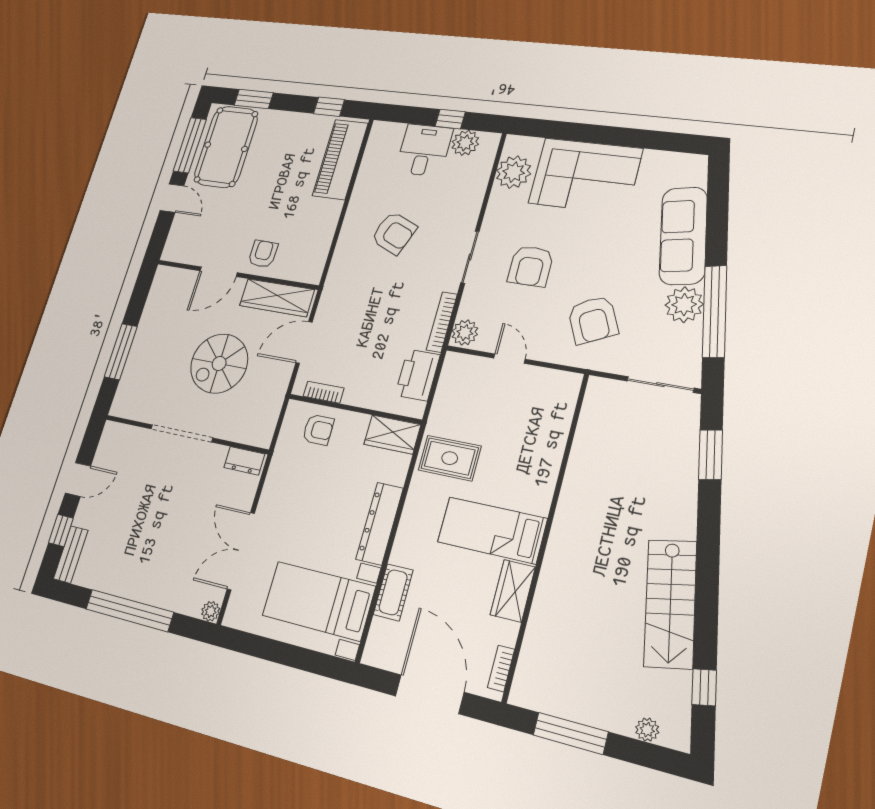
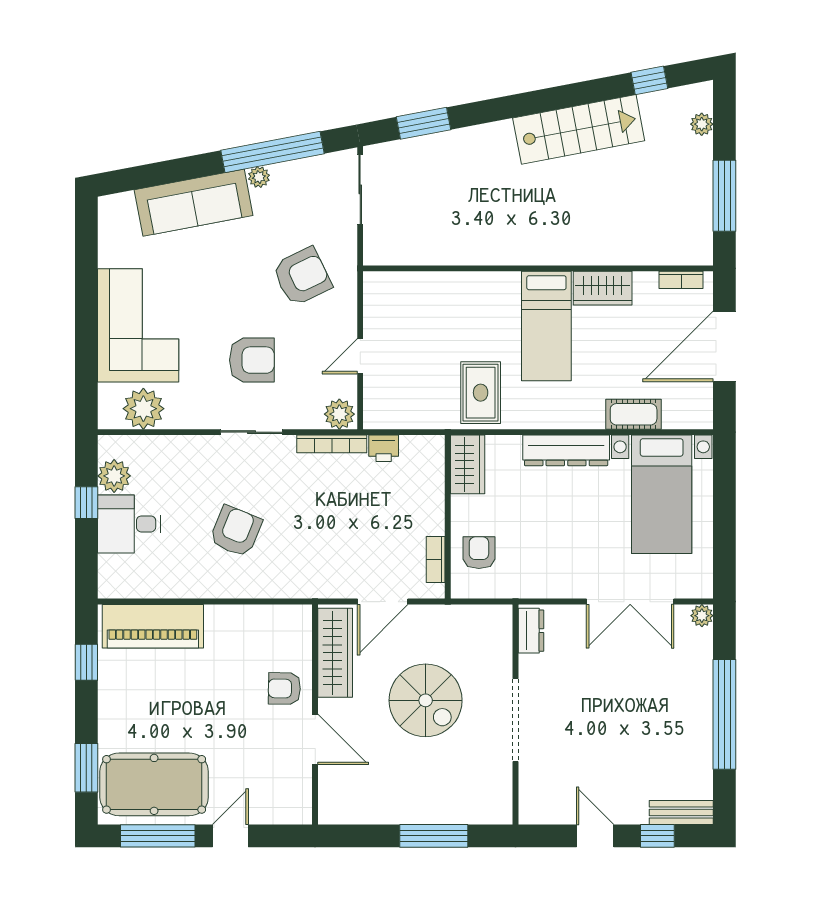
plant: (684, 305) -> (259, 177), width x0.53, depth x0.53
door: (304, 342) -> (383, 602), hinge flipped
printer: (418, 375) -> (384, 448), width x0.53, depth x0.68

